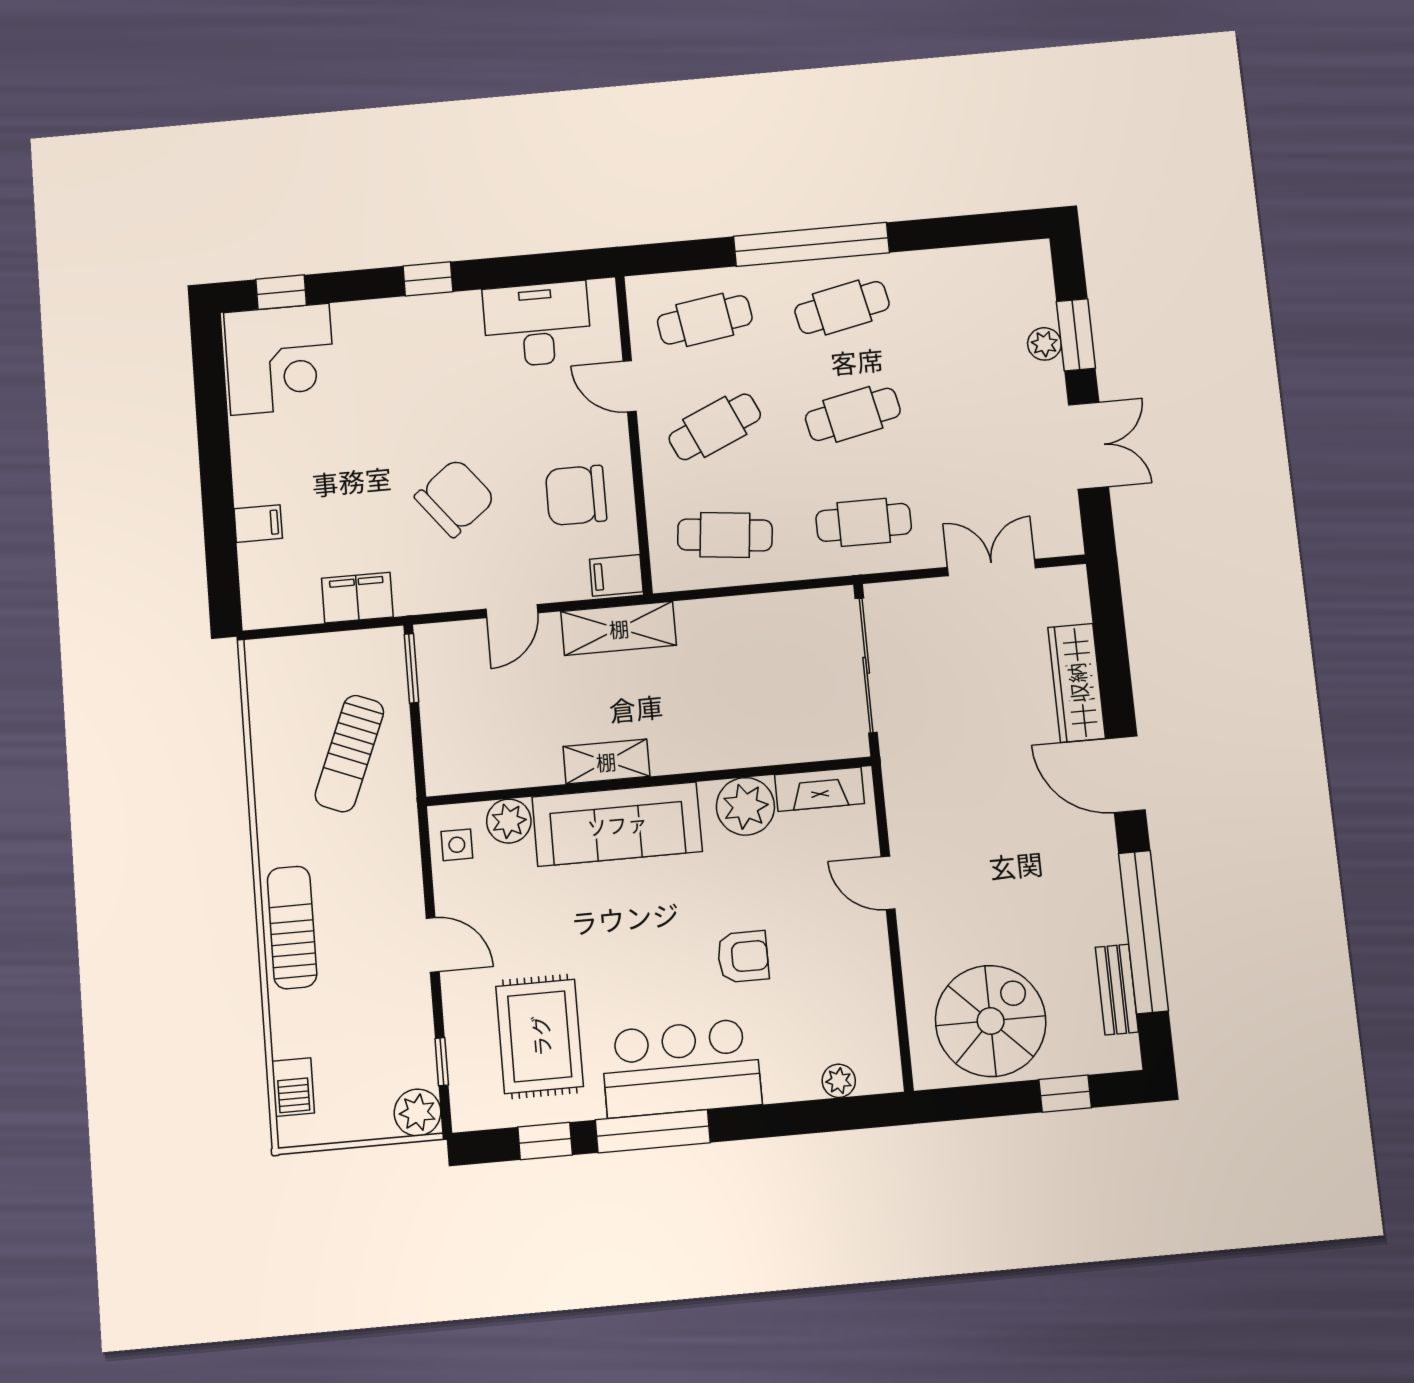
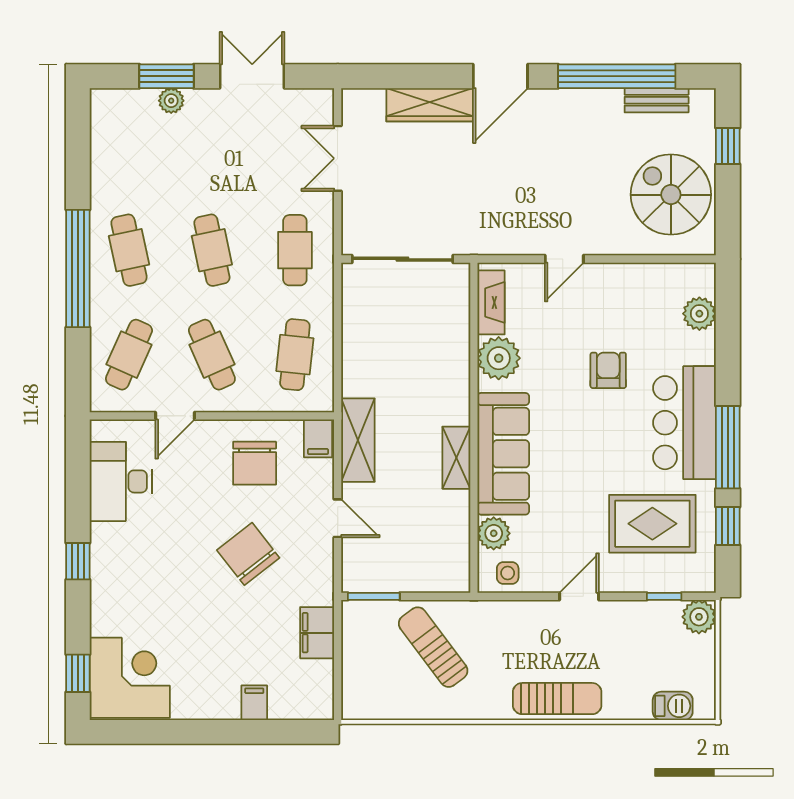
cafe table: (705, 320) -> (129, 355), turned 33
sun lounger: (349, 754) -> (433, 647), turned -149
sun lounger: (292, 927) -> (557, 699), turned 180
plant: (839, 1081) -> (699, 314), width x1.38, depth x1.38

